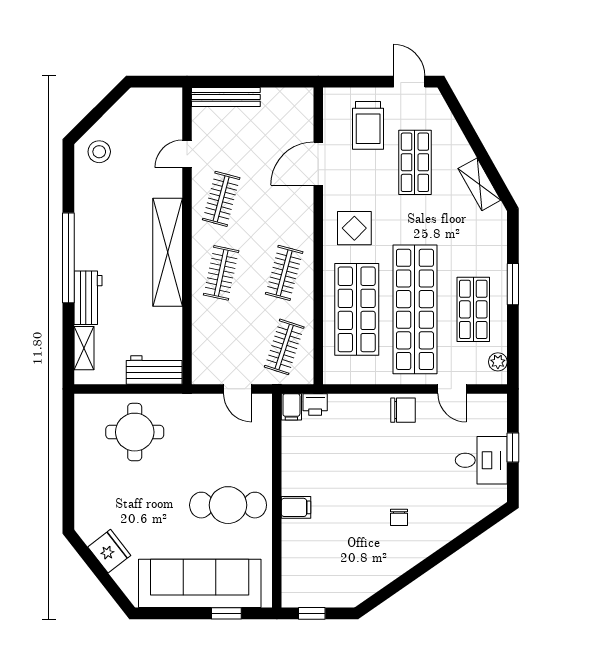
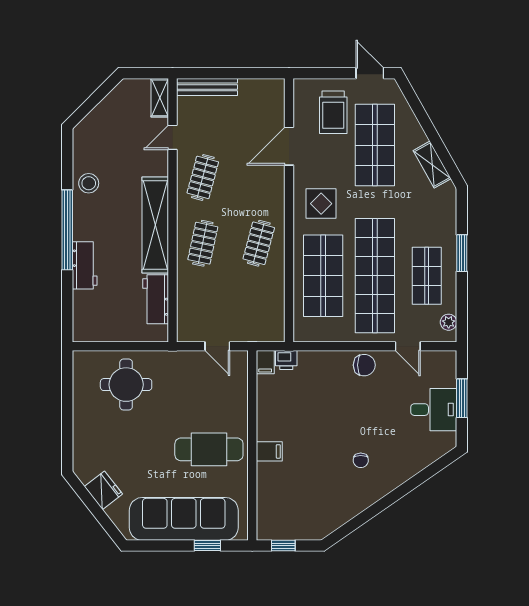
stool: (99, 152) -> (89, 183), moved
shop shelf: (415, 162) -> (375, 145), width x1.43, depth x1.36
clothes rail: (284, 347) -> (259, 309), removed
shelving: (84, 348) -> (160, 98), moved
workbench: (154, 370) -> (156, 299), moved, turned -90
window: (513, 448) -> (462, 398), width x1.50

